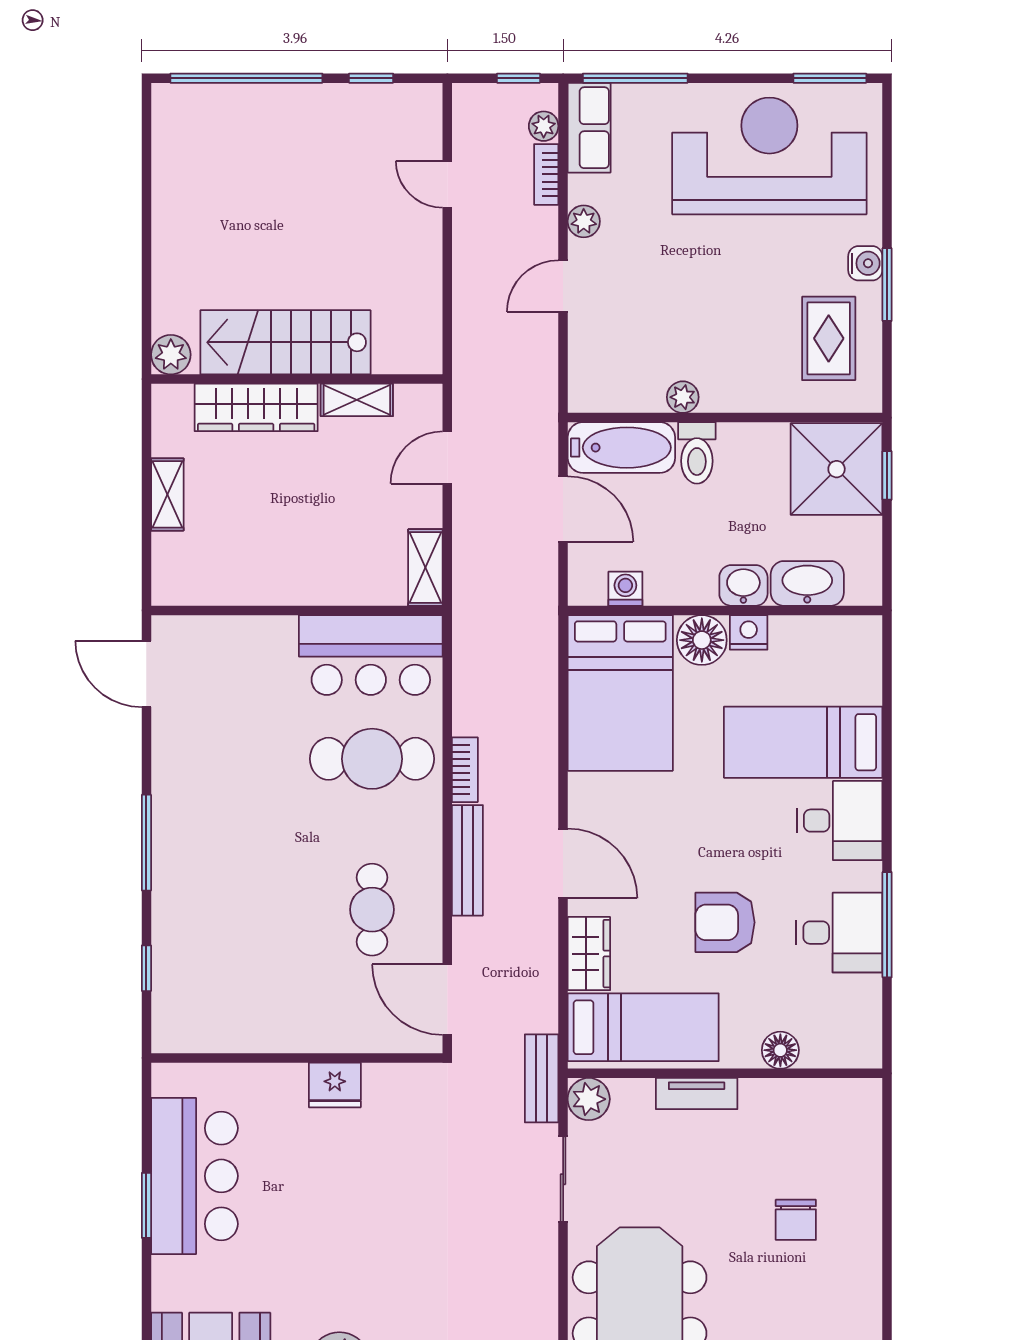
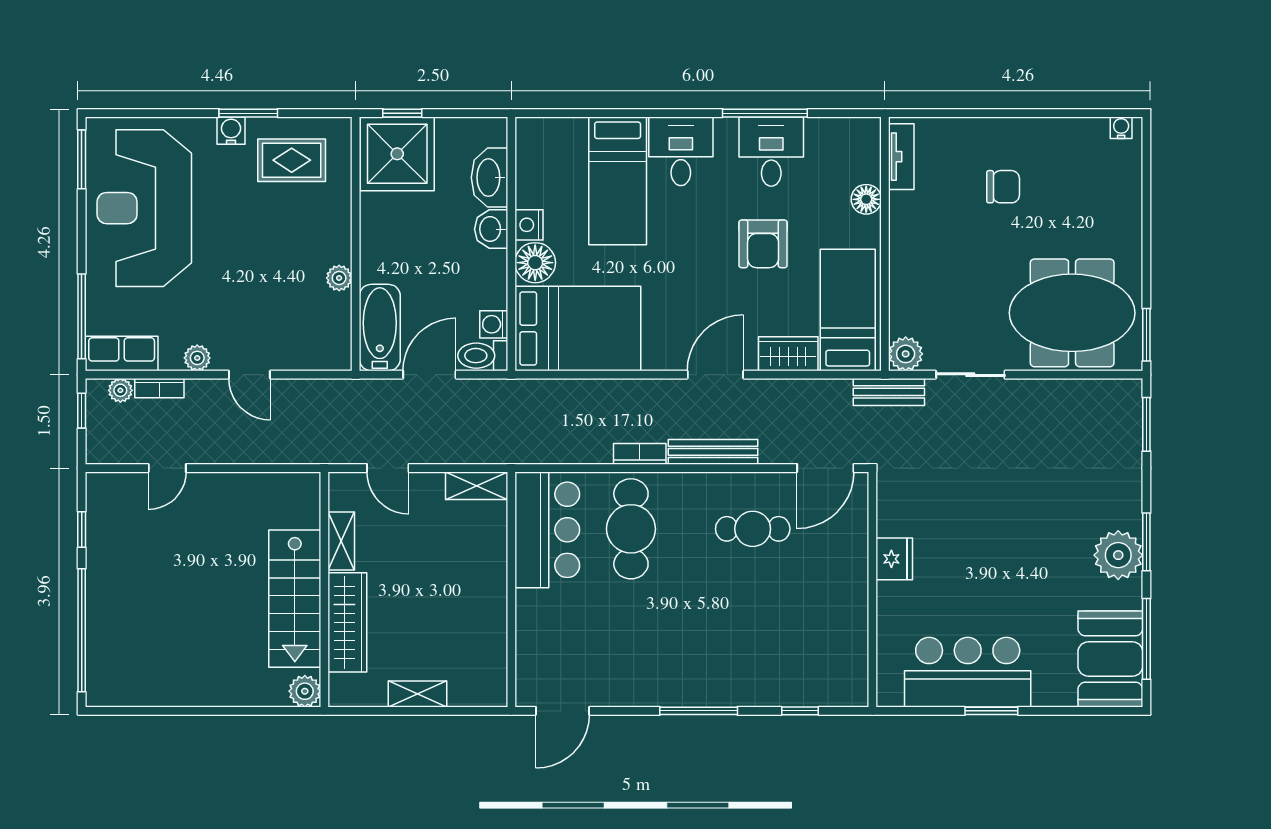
toilet: (697, 453) -> (483, 356), moved, turned 180
tv unit: (697, 1094) -> (901, 157), moved

